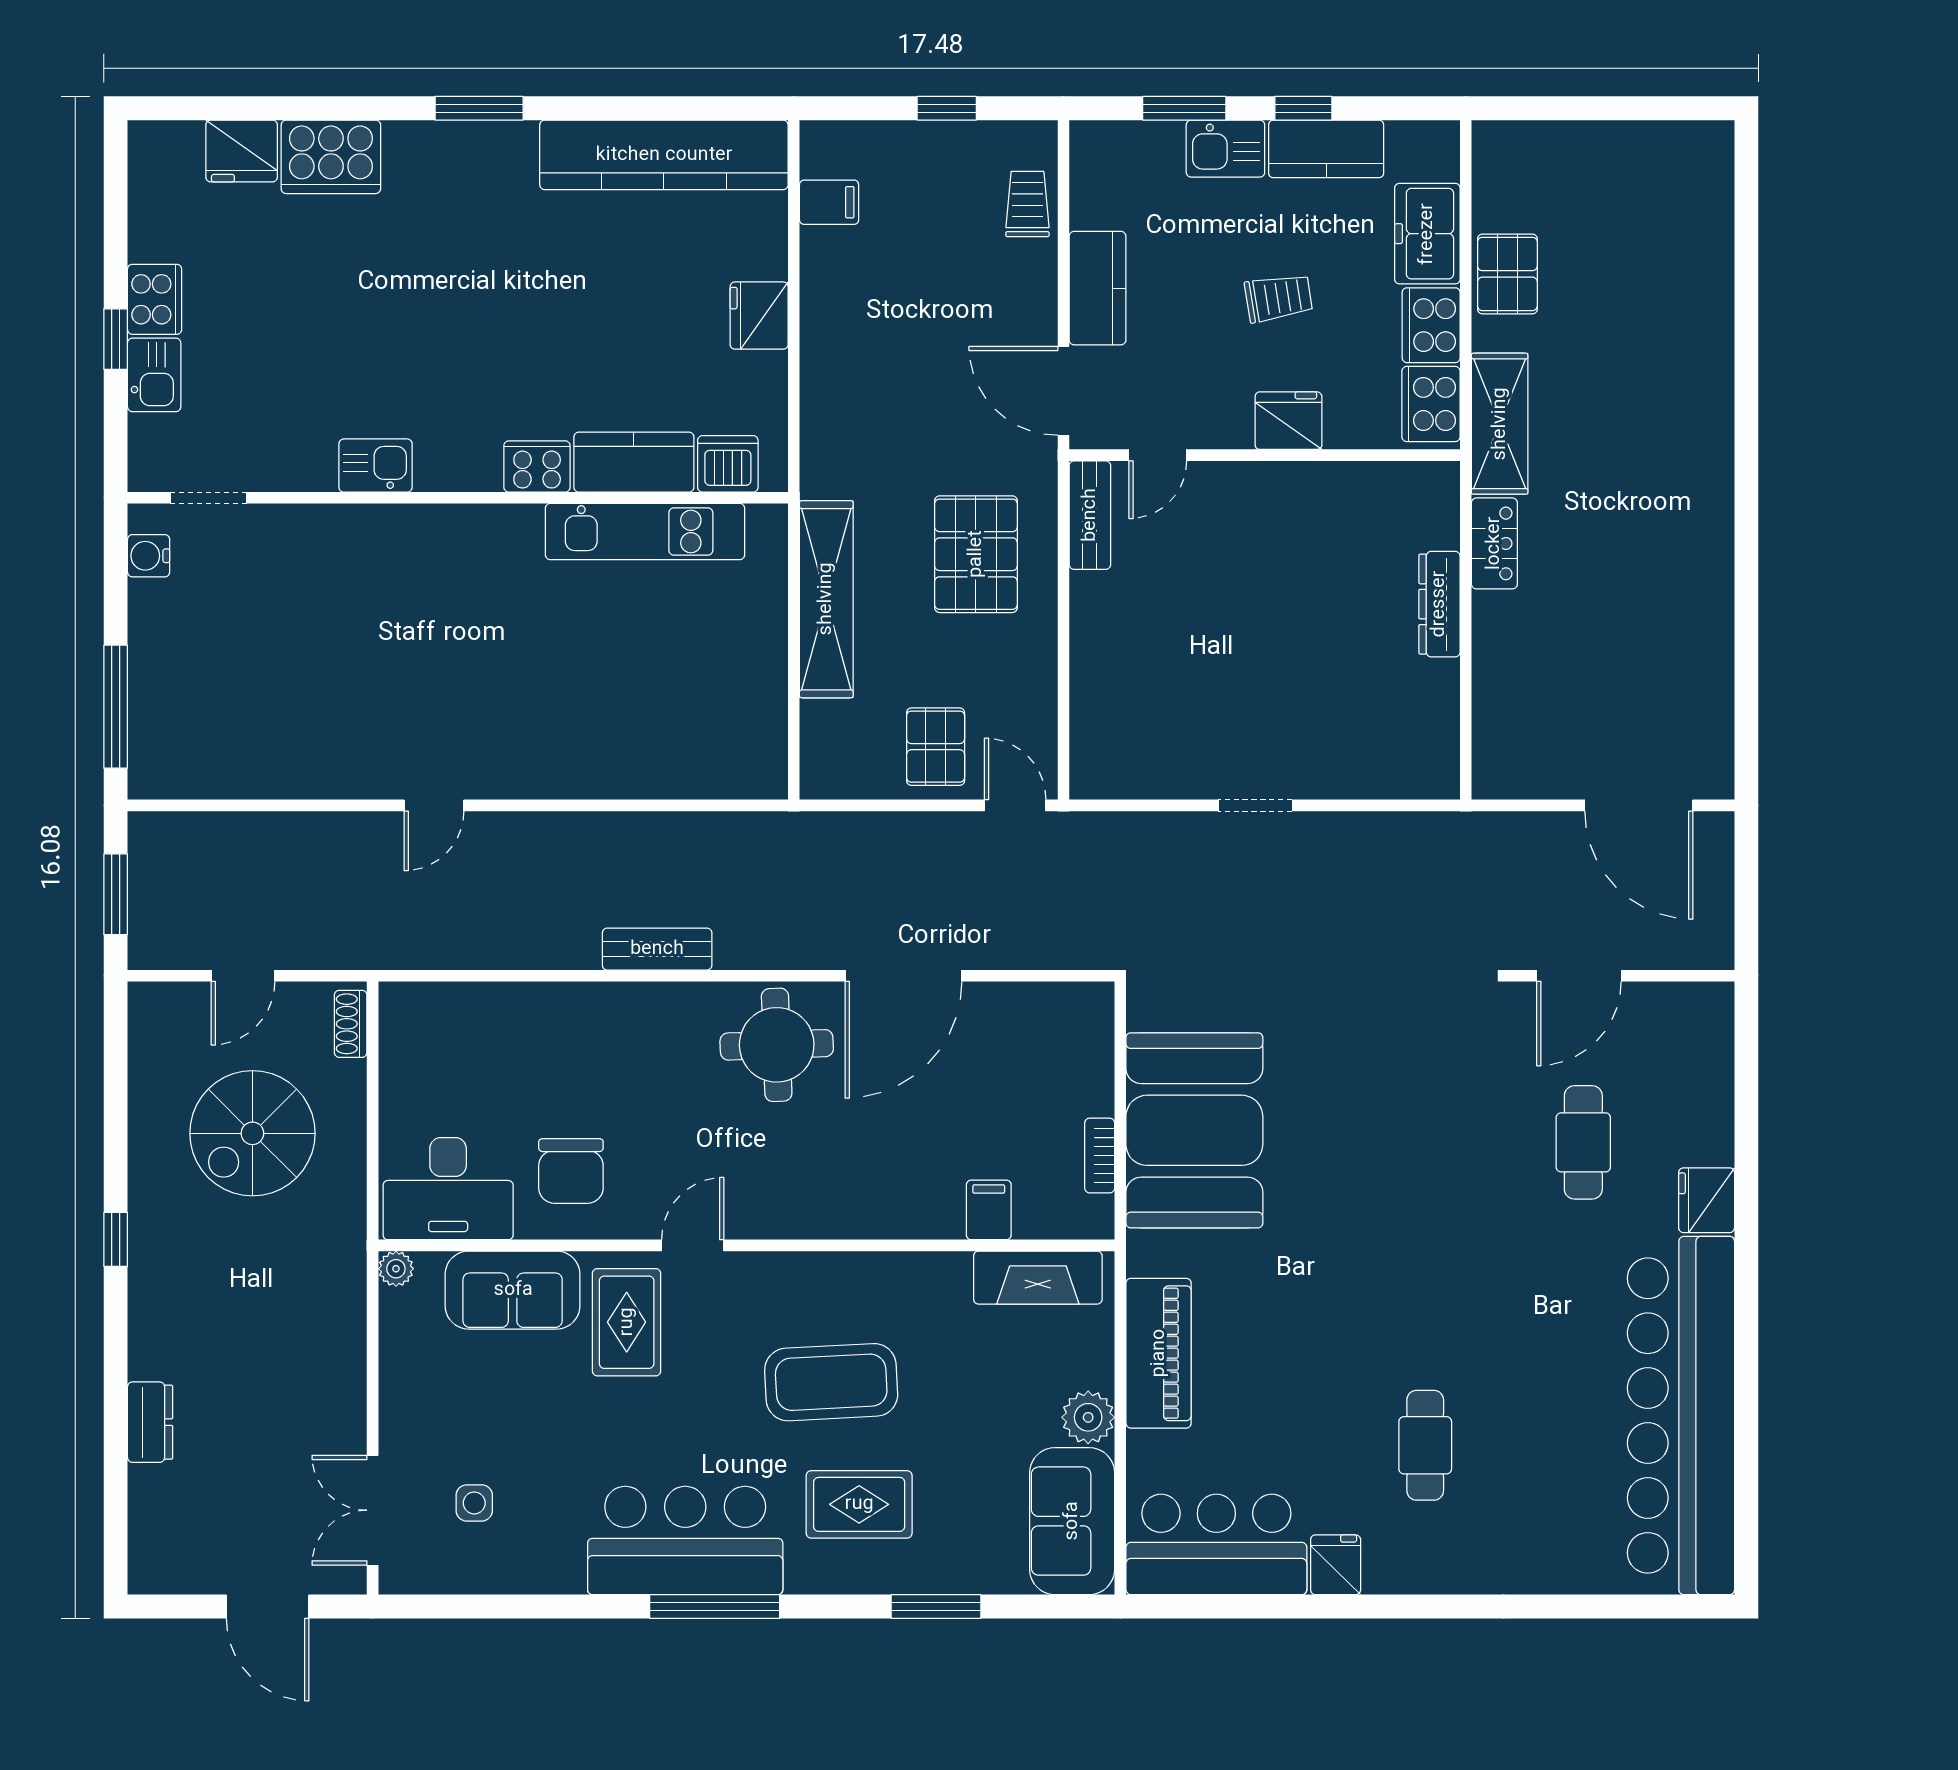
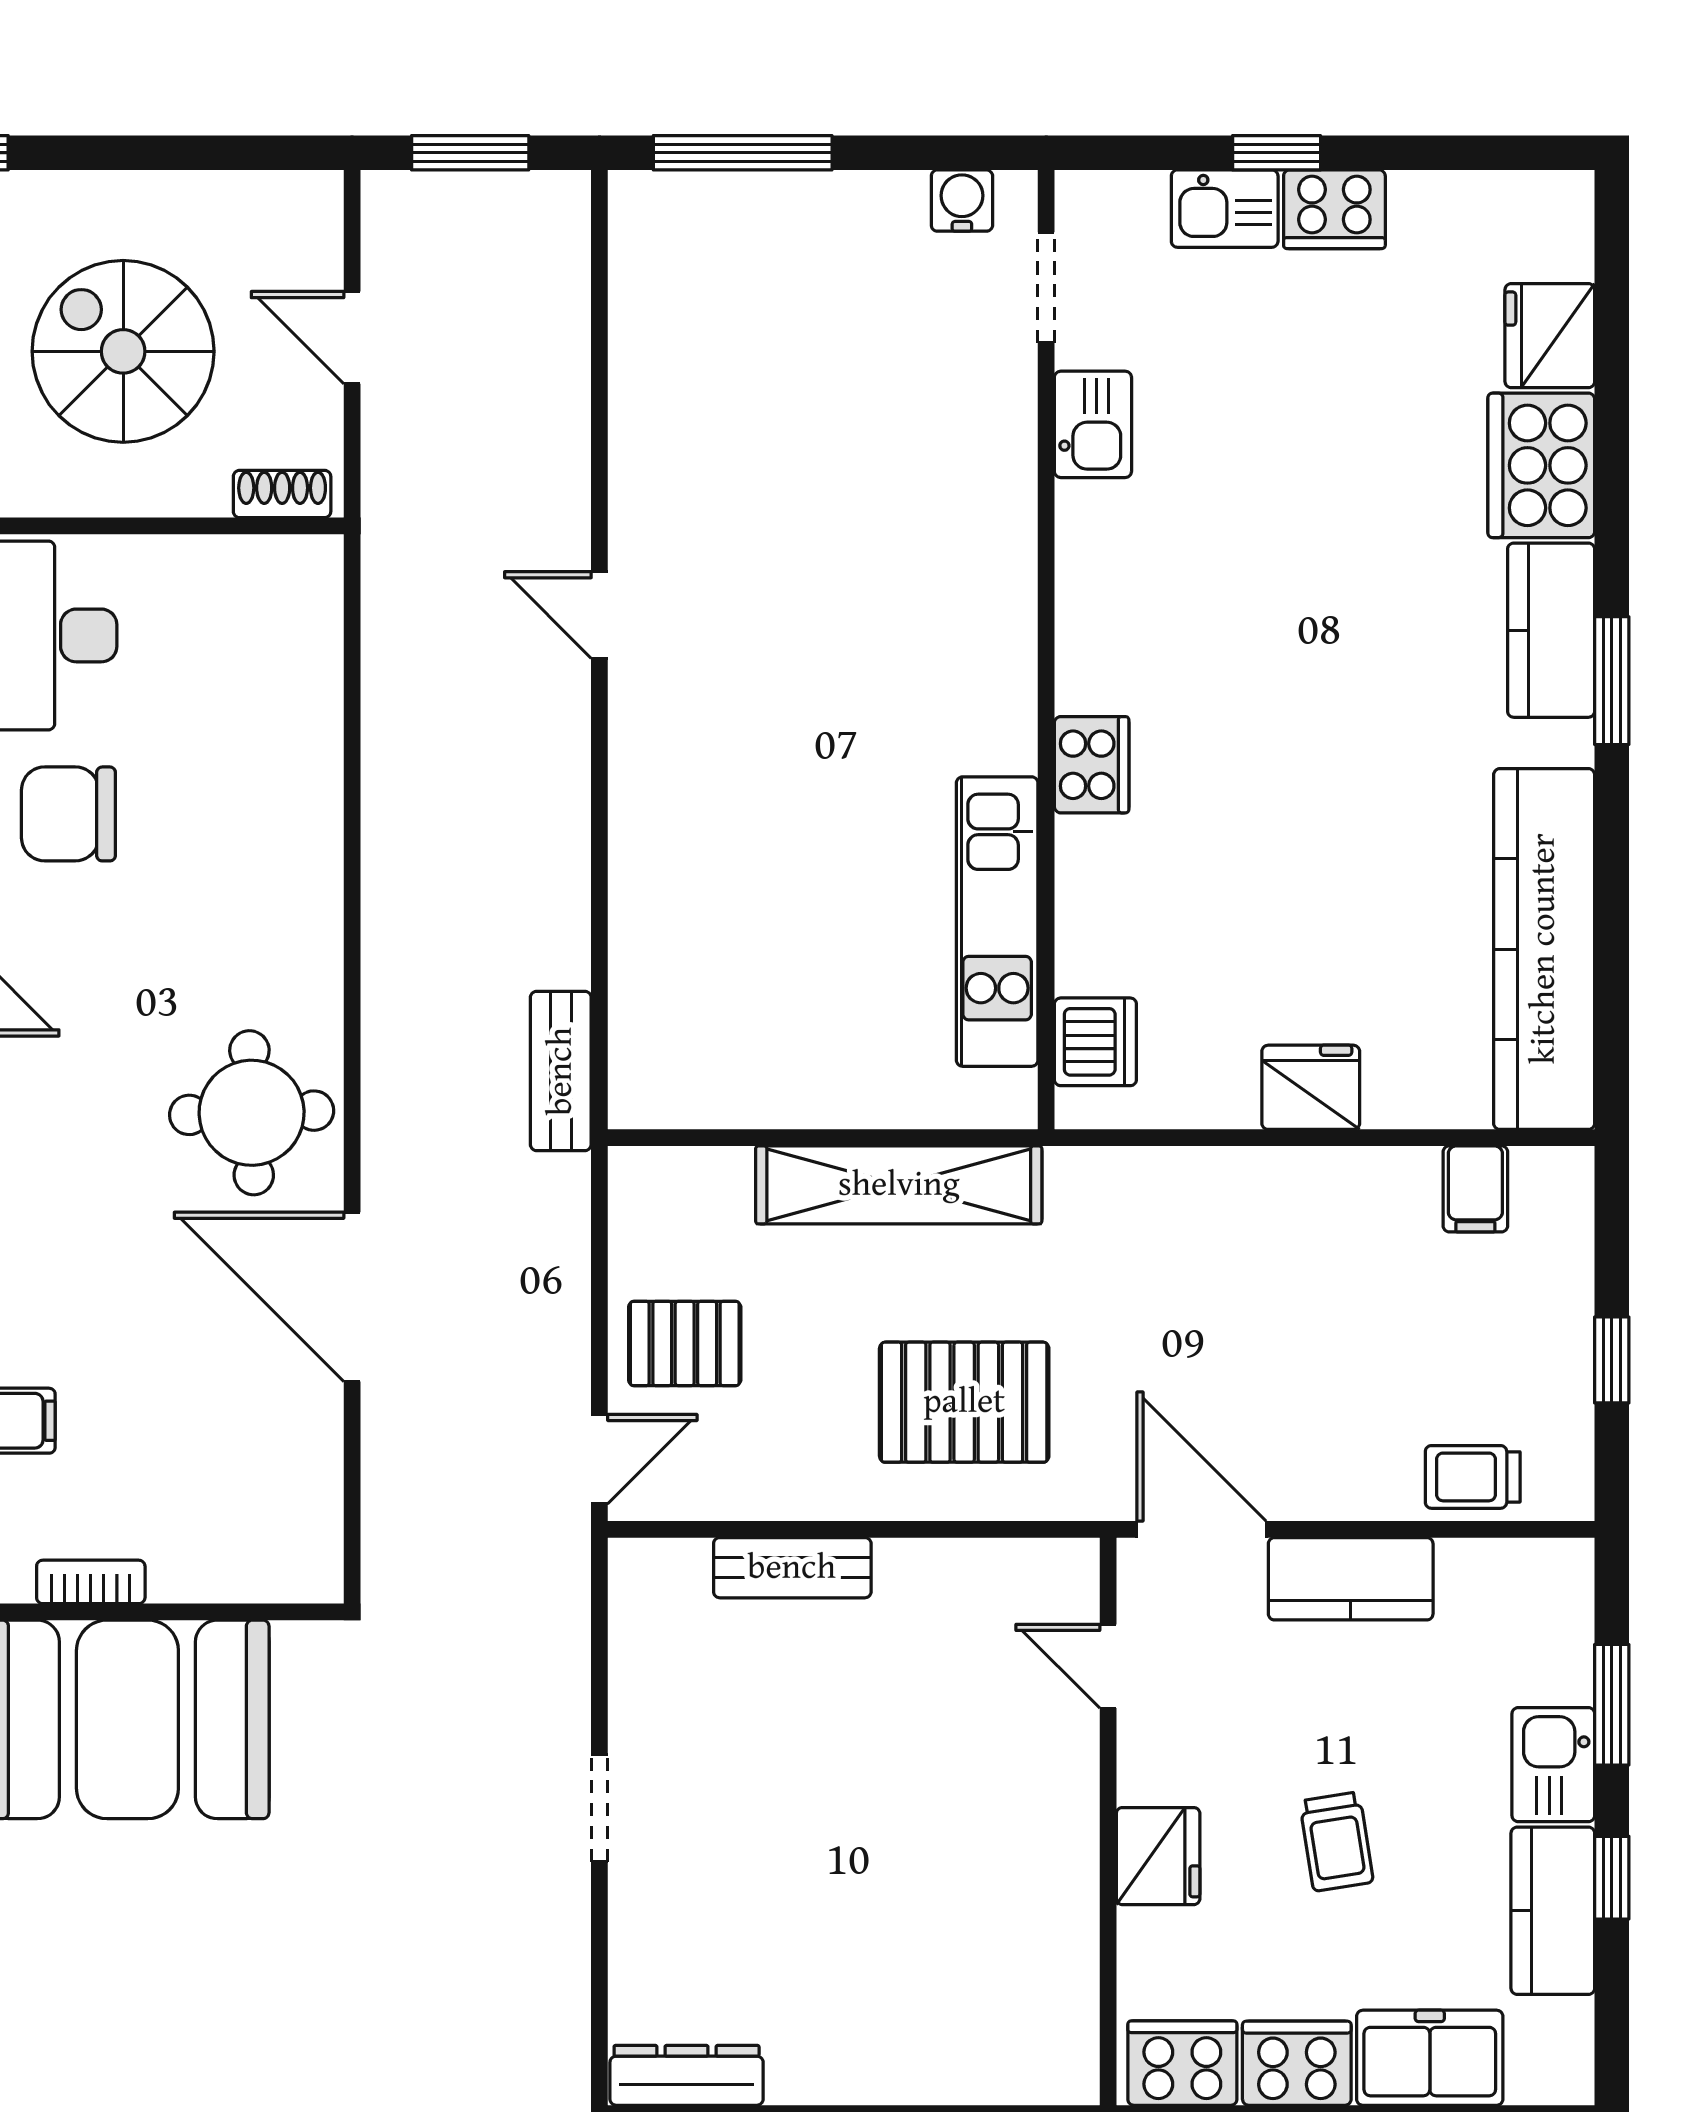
trolley: (1027, 204) -> (1473, 1477), turned 180
door: (1064, 391) -> (1202, 1529), hinge flipped
kitchen counter: (634, 462) -> (1551, 630), moved, turned 180
kitchen sink: (376, 466) -> (1093, 424), moved
bench: (1090, 515) -> (792, 1568), moved
dresser: (1439, 604) -> (687, 2075), moved
bench: (657, 949) -> (561, 1071), moved

